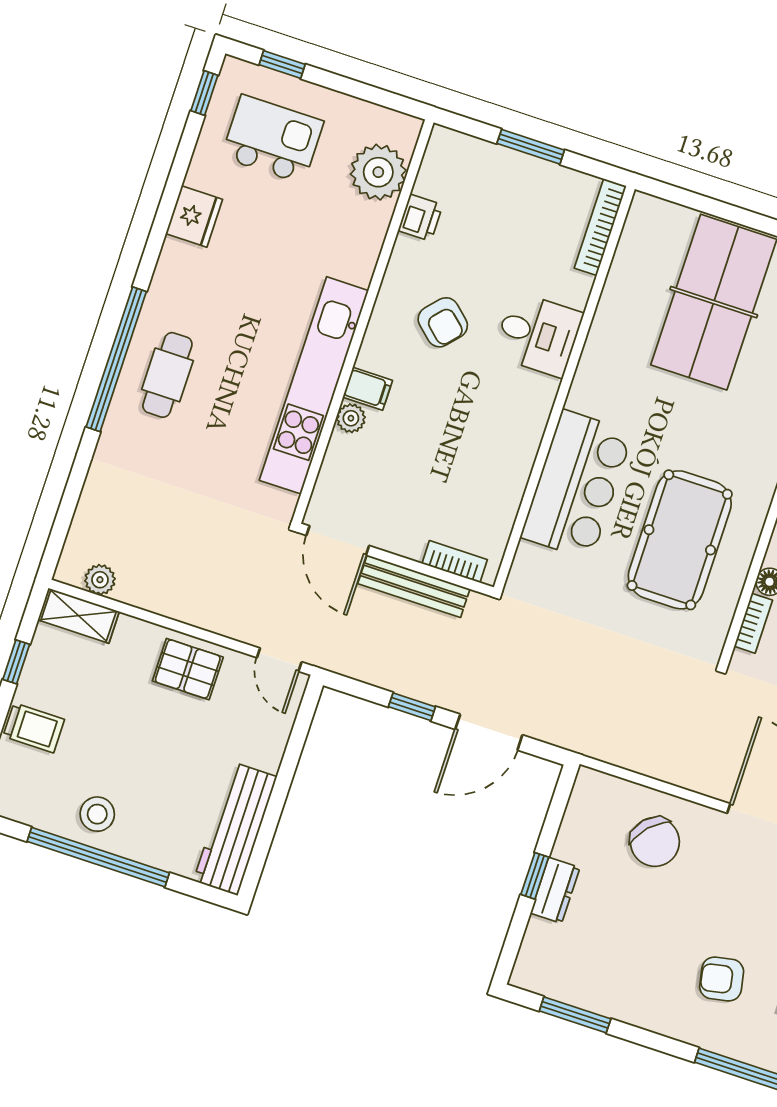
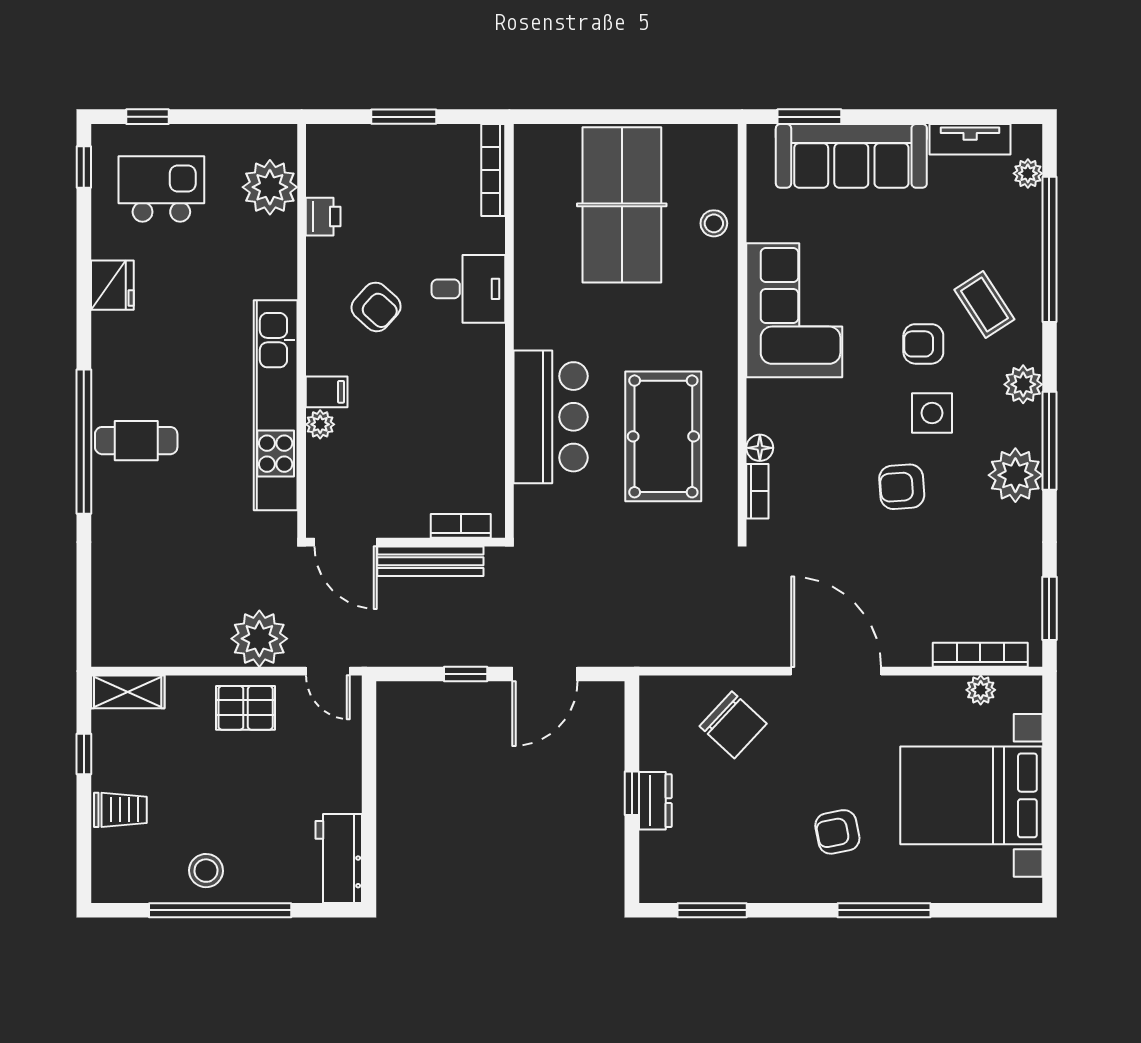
cafe table: (167, 375) -> (136, 441), turned 90
plant: (100, 580) -> (259, 639), moved, width x1.87, depth x1.87
workbench: (235, 829) -> (339, 858), width x0.73

